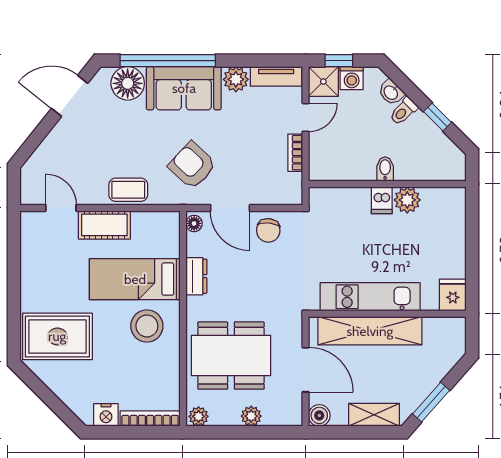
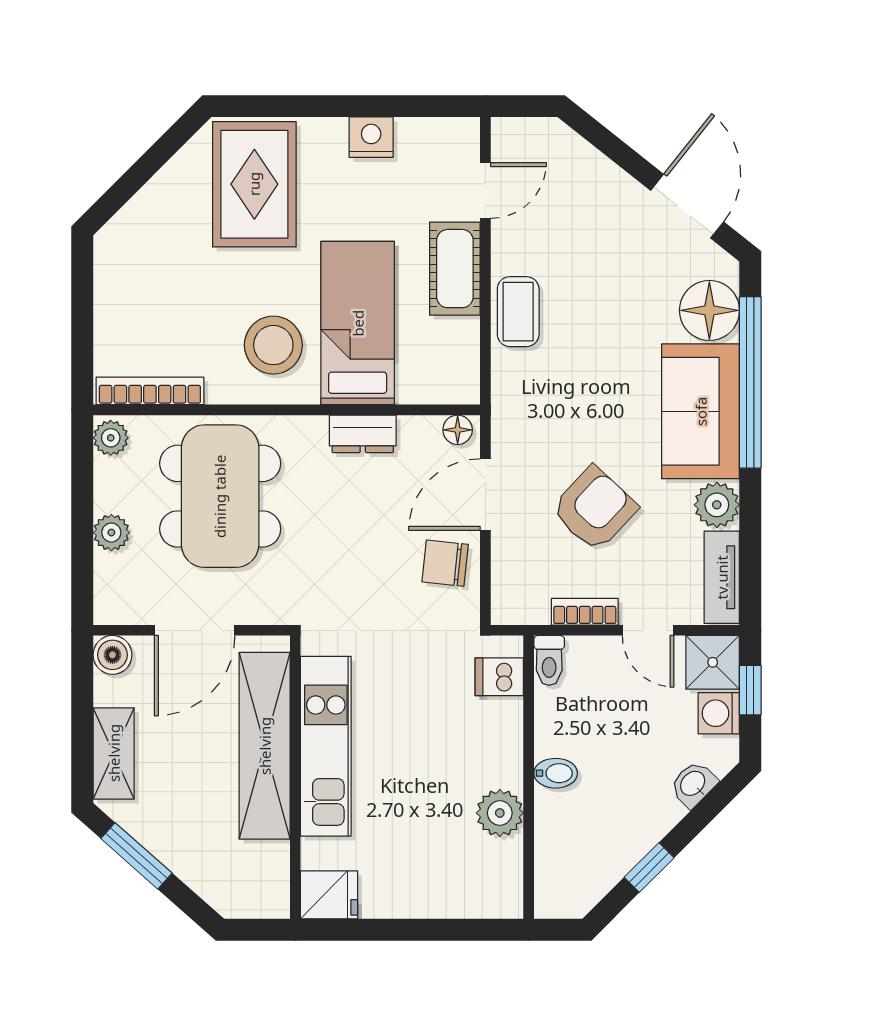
toilet: (404, 111) -> (549, 660), moved, turned -135
armchair: (192, 165) -> (594, 509), moved
dishwasher: (382, 200) -> (499, 677), moved
nightstand: (106, 415) -> (371, 137), moved, turned 90
bookcase: (150, 419) -> (150, 391), moved, turned -90

